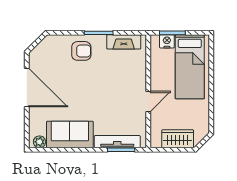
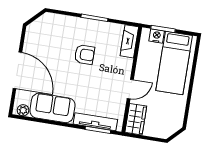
fireplace: (124, 42) -> (129, 41), moved, turned 90
armchair: (81, 51) -> (85, 55), moved
door: (27, 87) -> (17, 70), moved
wardrobe: (178, 139) -> (136, 119), moved, turned 90

